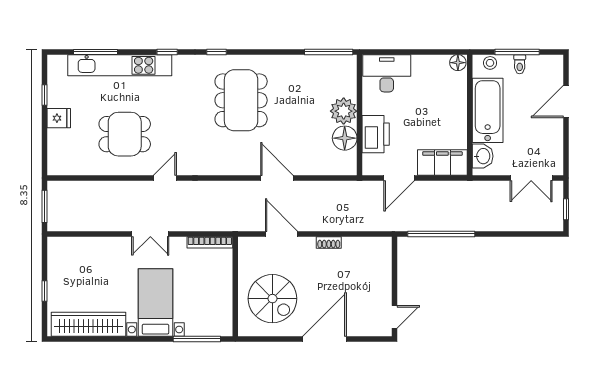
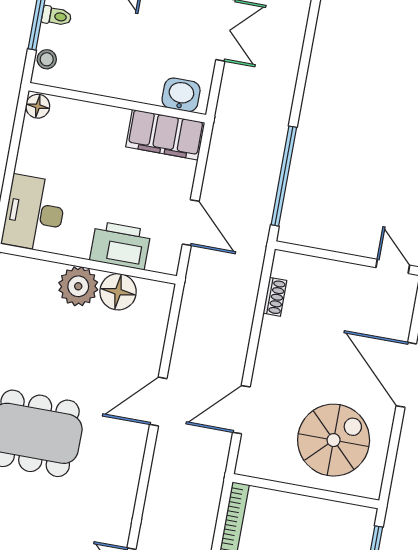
bathtub: (488, 110) -> (115, 75), removed
filing cabinet: (442, 162) -> (165, 135), moved, turned -90
shoe rack: (329, 243) -> (275, 297), moved

